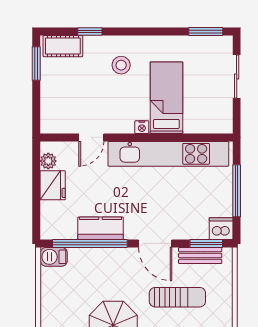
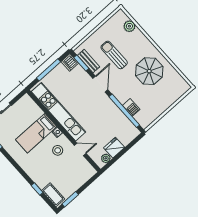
stool: (121, 65) -> (58, 150), moved
kitchen counter: (101, 228) -> (114, 112), removed
barbecue: (54, 257) -> (131, 107), moved

